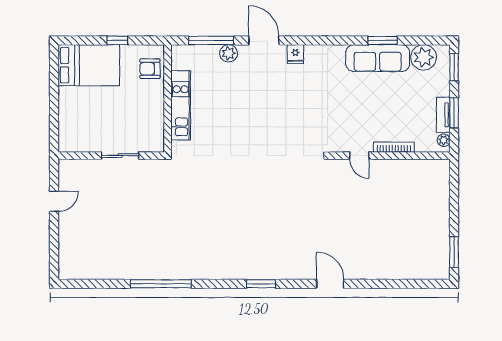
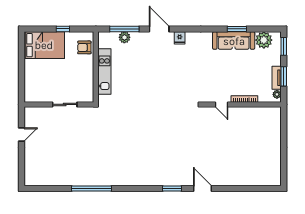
plant: (229, 53) -> (124, 37), moved
window: (454, 252) -> (284, 168), removed
window: (261, 284) -> (172, 188), moved

